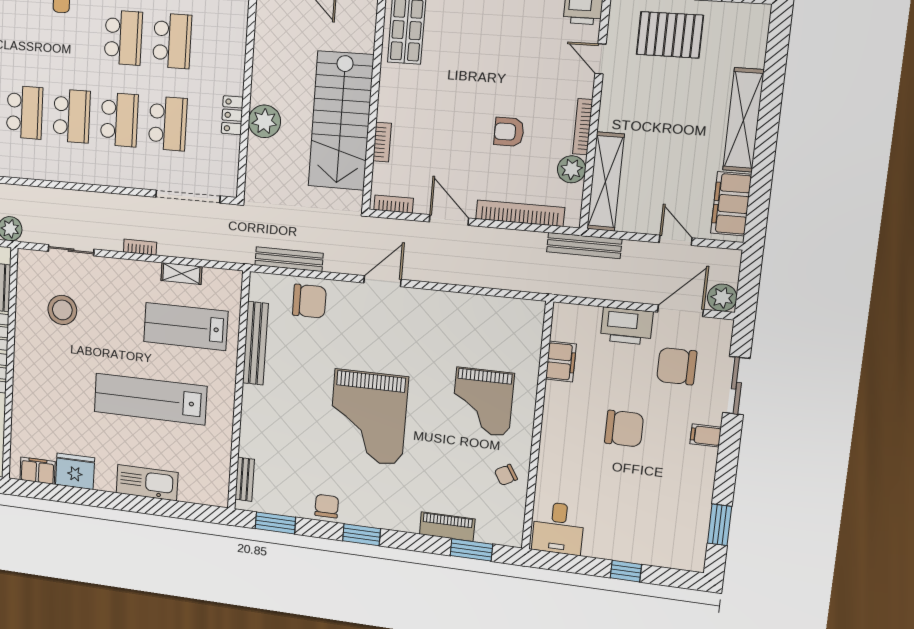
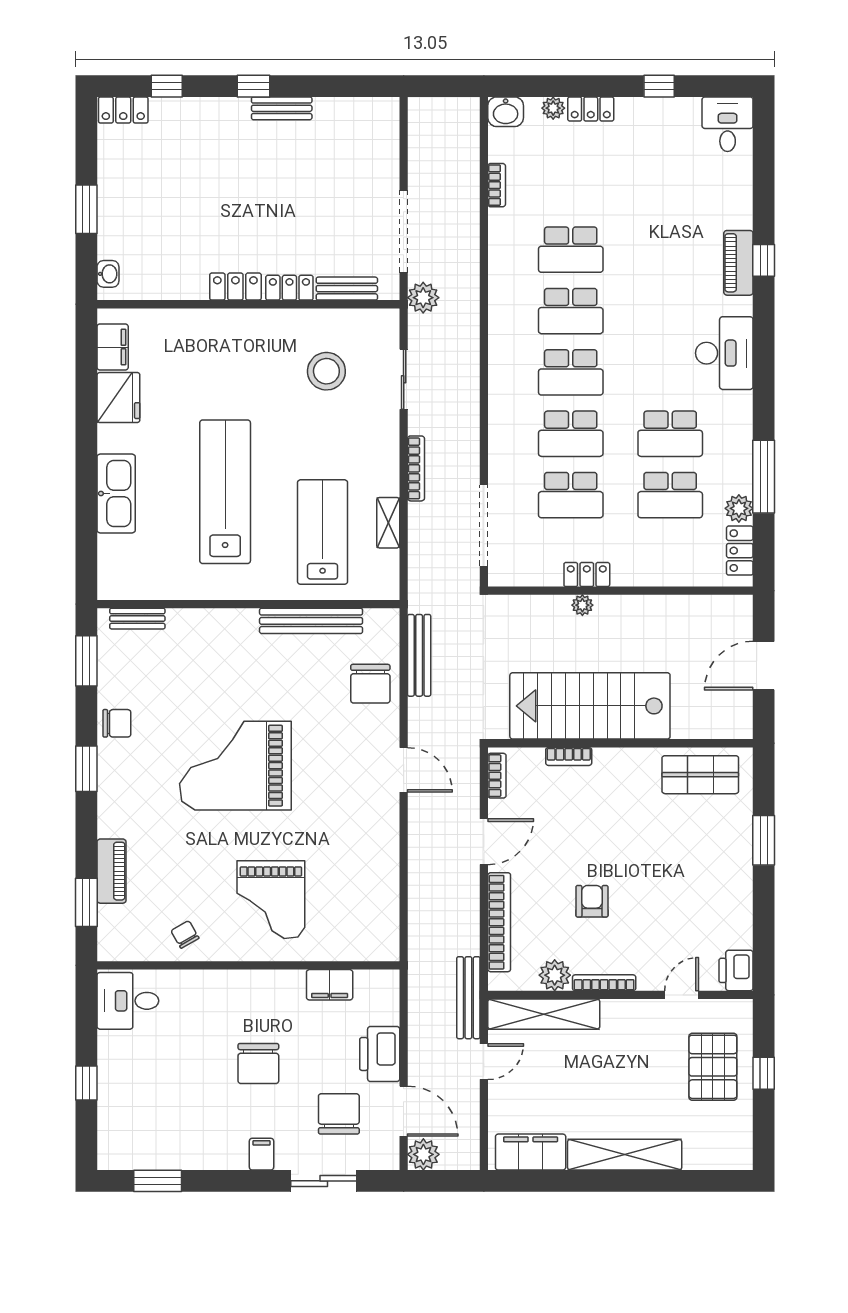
plant: (264, 121) -> (582, 605), width x0.53, depth x0.53
door: (676, 240) -> (484, 1062), moved
bookcase: (140, 247) -> (416, 468), width x1.56
grand piano: (483, 402) -> (271, 900), turned -90

